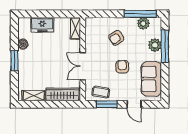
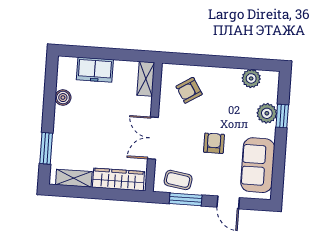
window: (140, 14) -> (247, 63), removed
armchair: (116, 38) -> (189, 90), moved
window: (165, 46) -> (282, 116), width x0.46
window: (14, 61) -> (46, 148), moved

